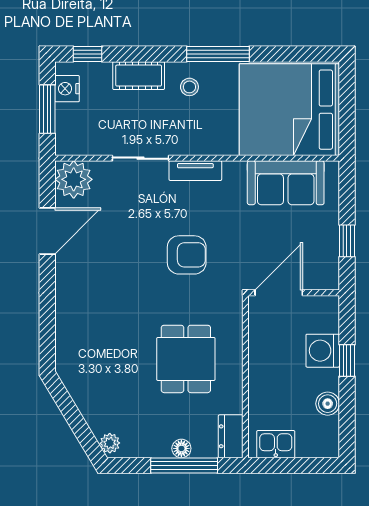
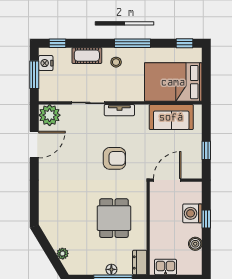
window: (309, 54) -> (185, 43), added
bed: (289, 110) -> (173, 82), width x0.73
plant: (110, 443) -> (63, 254), moved

